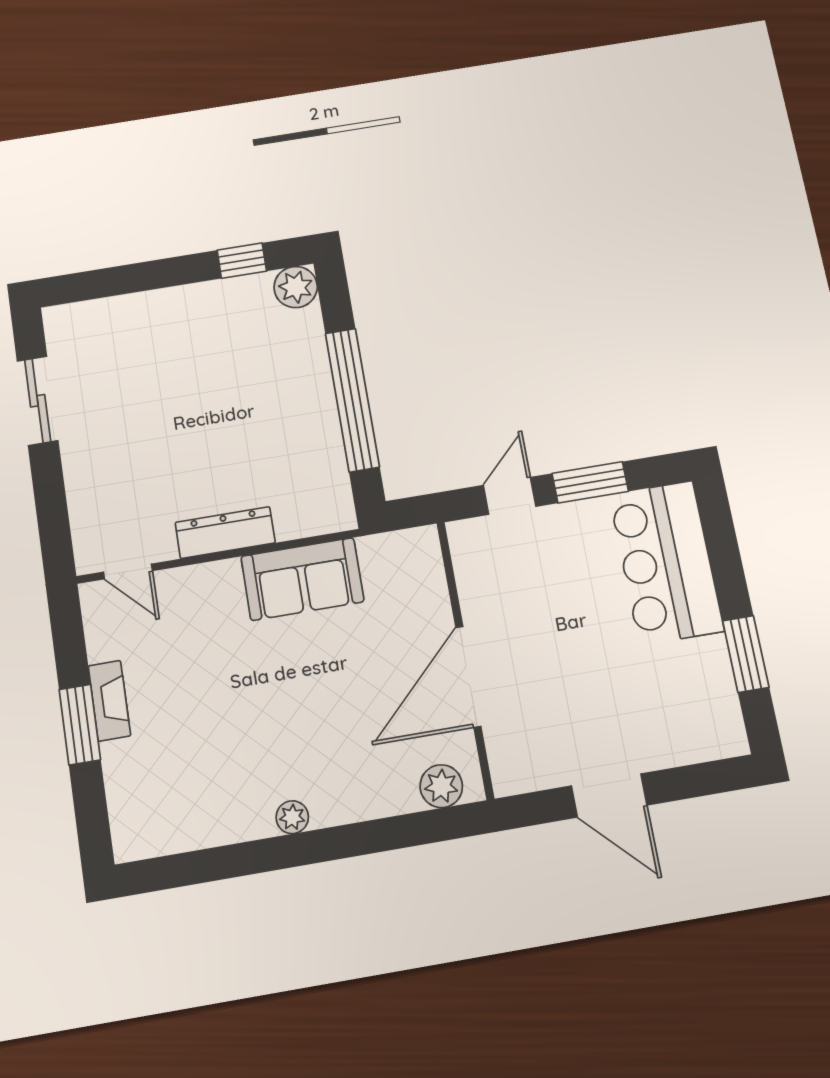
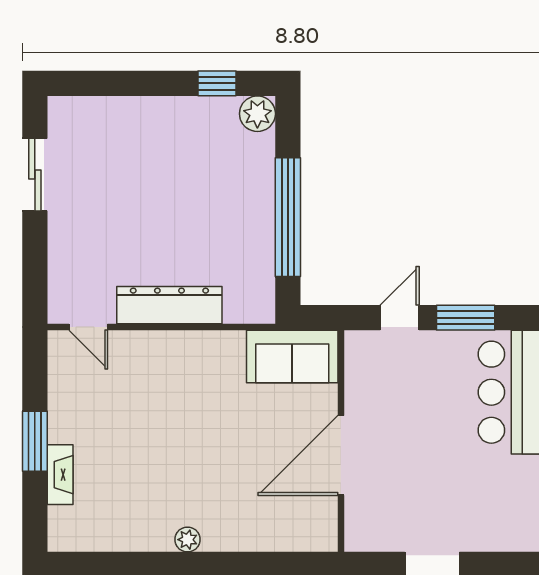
dresser: (225, 533) -> (169, 305), width x1.37, depth x1.24
sofa: (302, 579) -> (292, 357), moved
fireplace: (109, 701) -> (60, 475), moved
plant: (441, 786) -> (305, 536), removed

